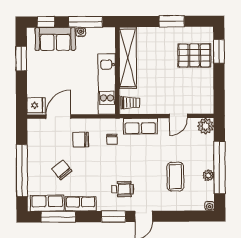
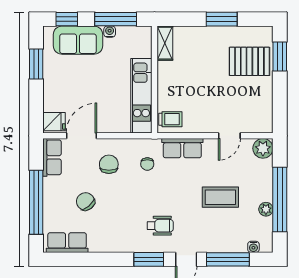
shelving: (128, 58) -> (165, 43), width x0.45, depth x0.75
chair: (81, 140) -> (109, 164), turned 90
coffee table: (175, 177) -> (220, 197), moved, turned 90
row of seats: (81, 204) -> (52, 157), moved, turned 90
water cooler: (210, 206) -> (253, 247), moved
window: (58, 217) -> (228, 259), moved

